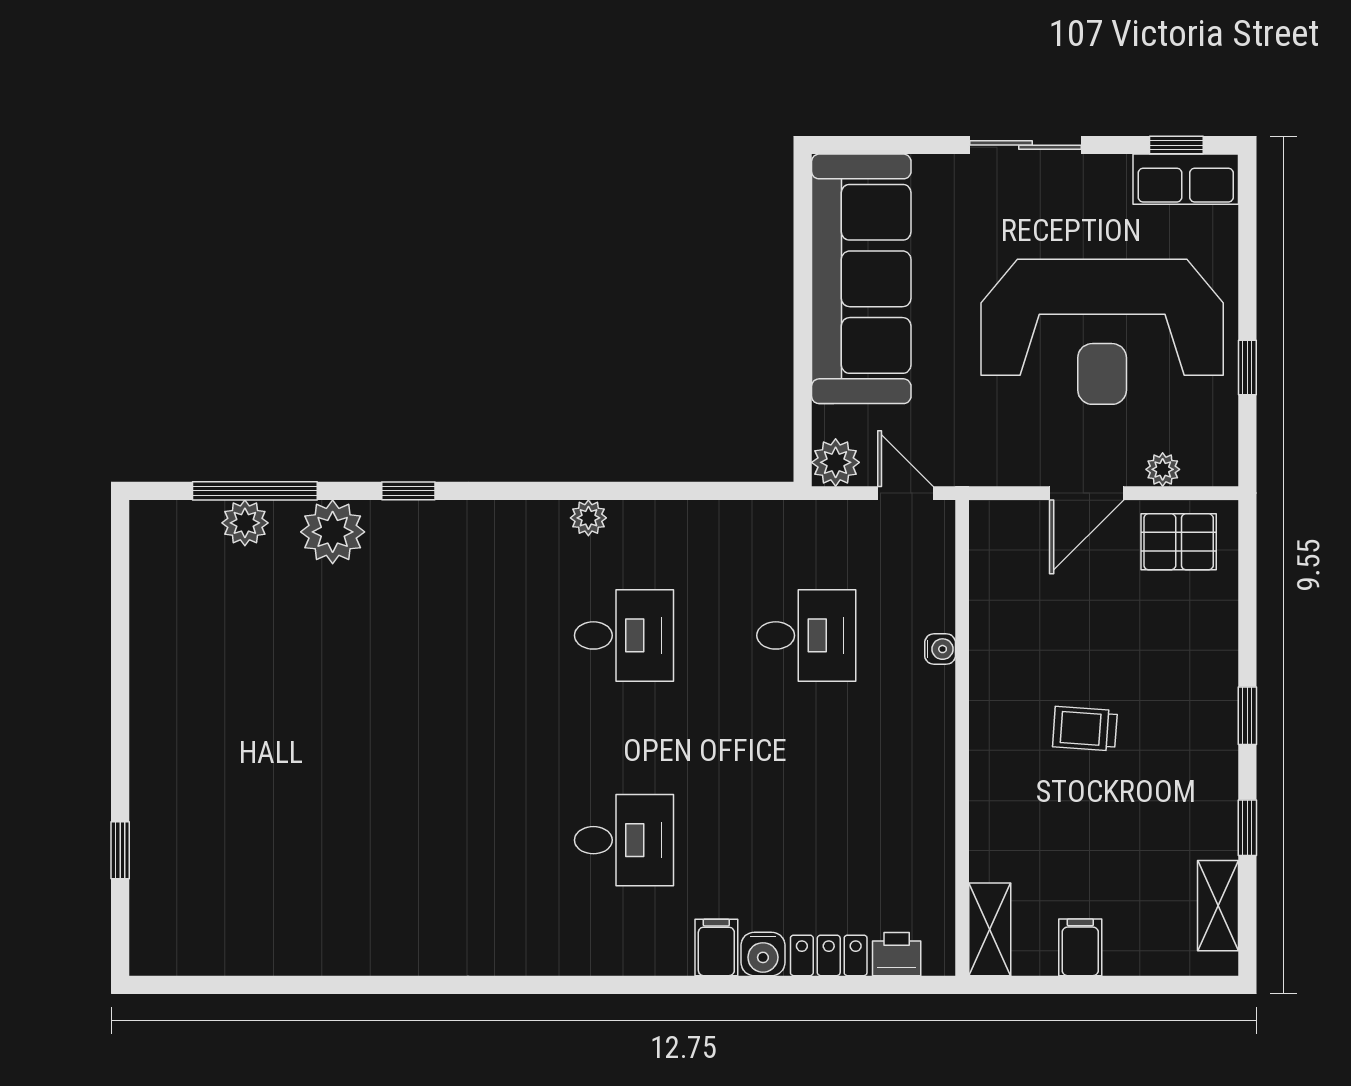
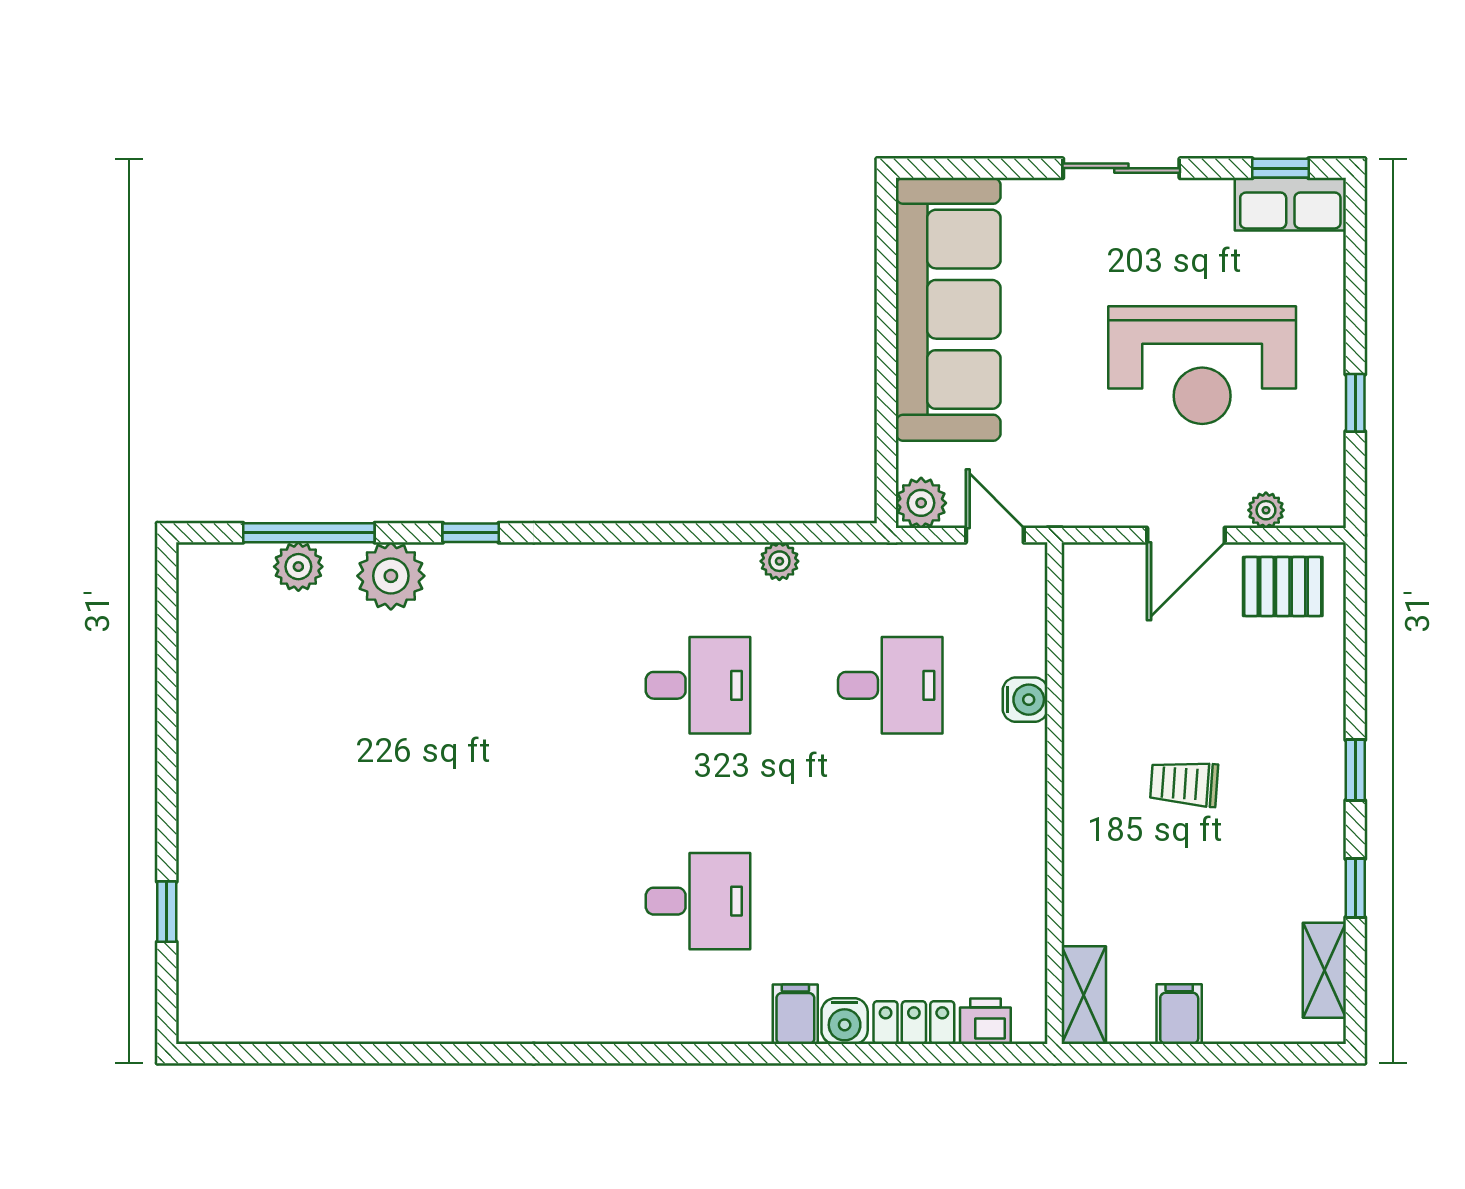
reception desk: (1102, 332) -> (1202, 365), width x0.74, depth x0.77
plant: (588, 518) -> (779, 561), moved
water cooler: (940, 649) -> (1025, 700), width x1.38, depth x1.38

